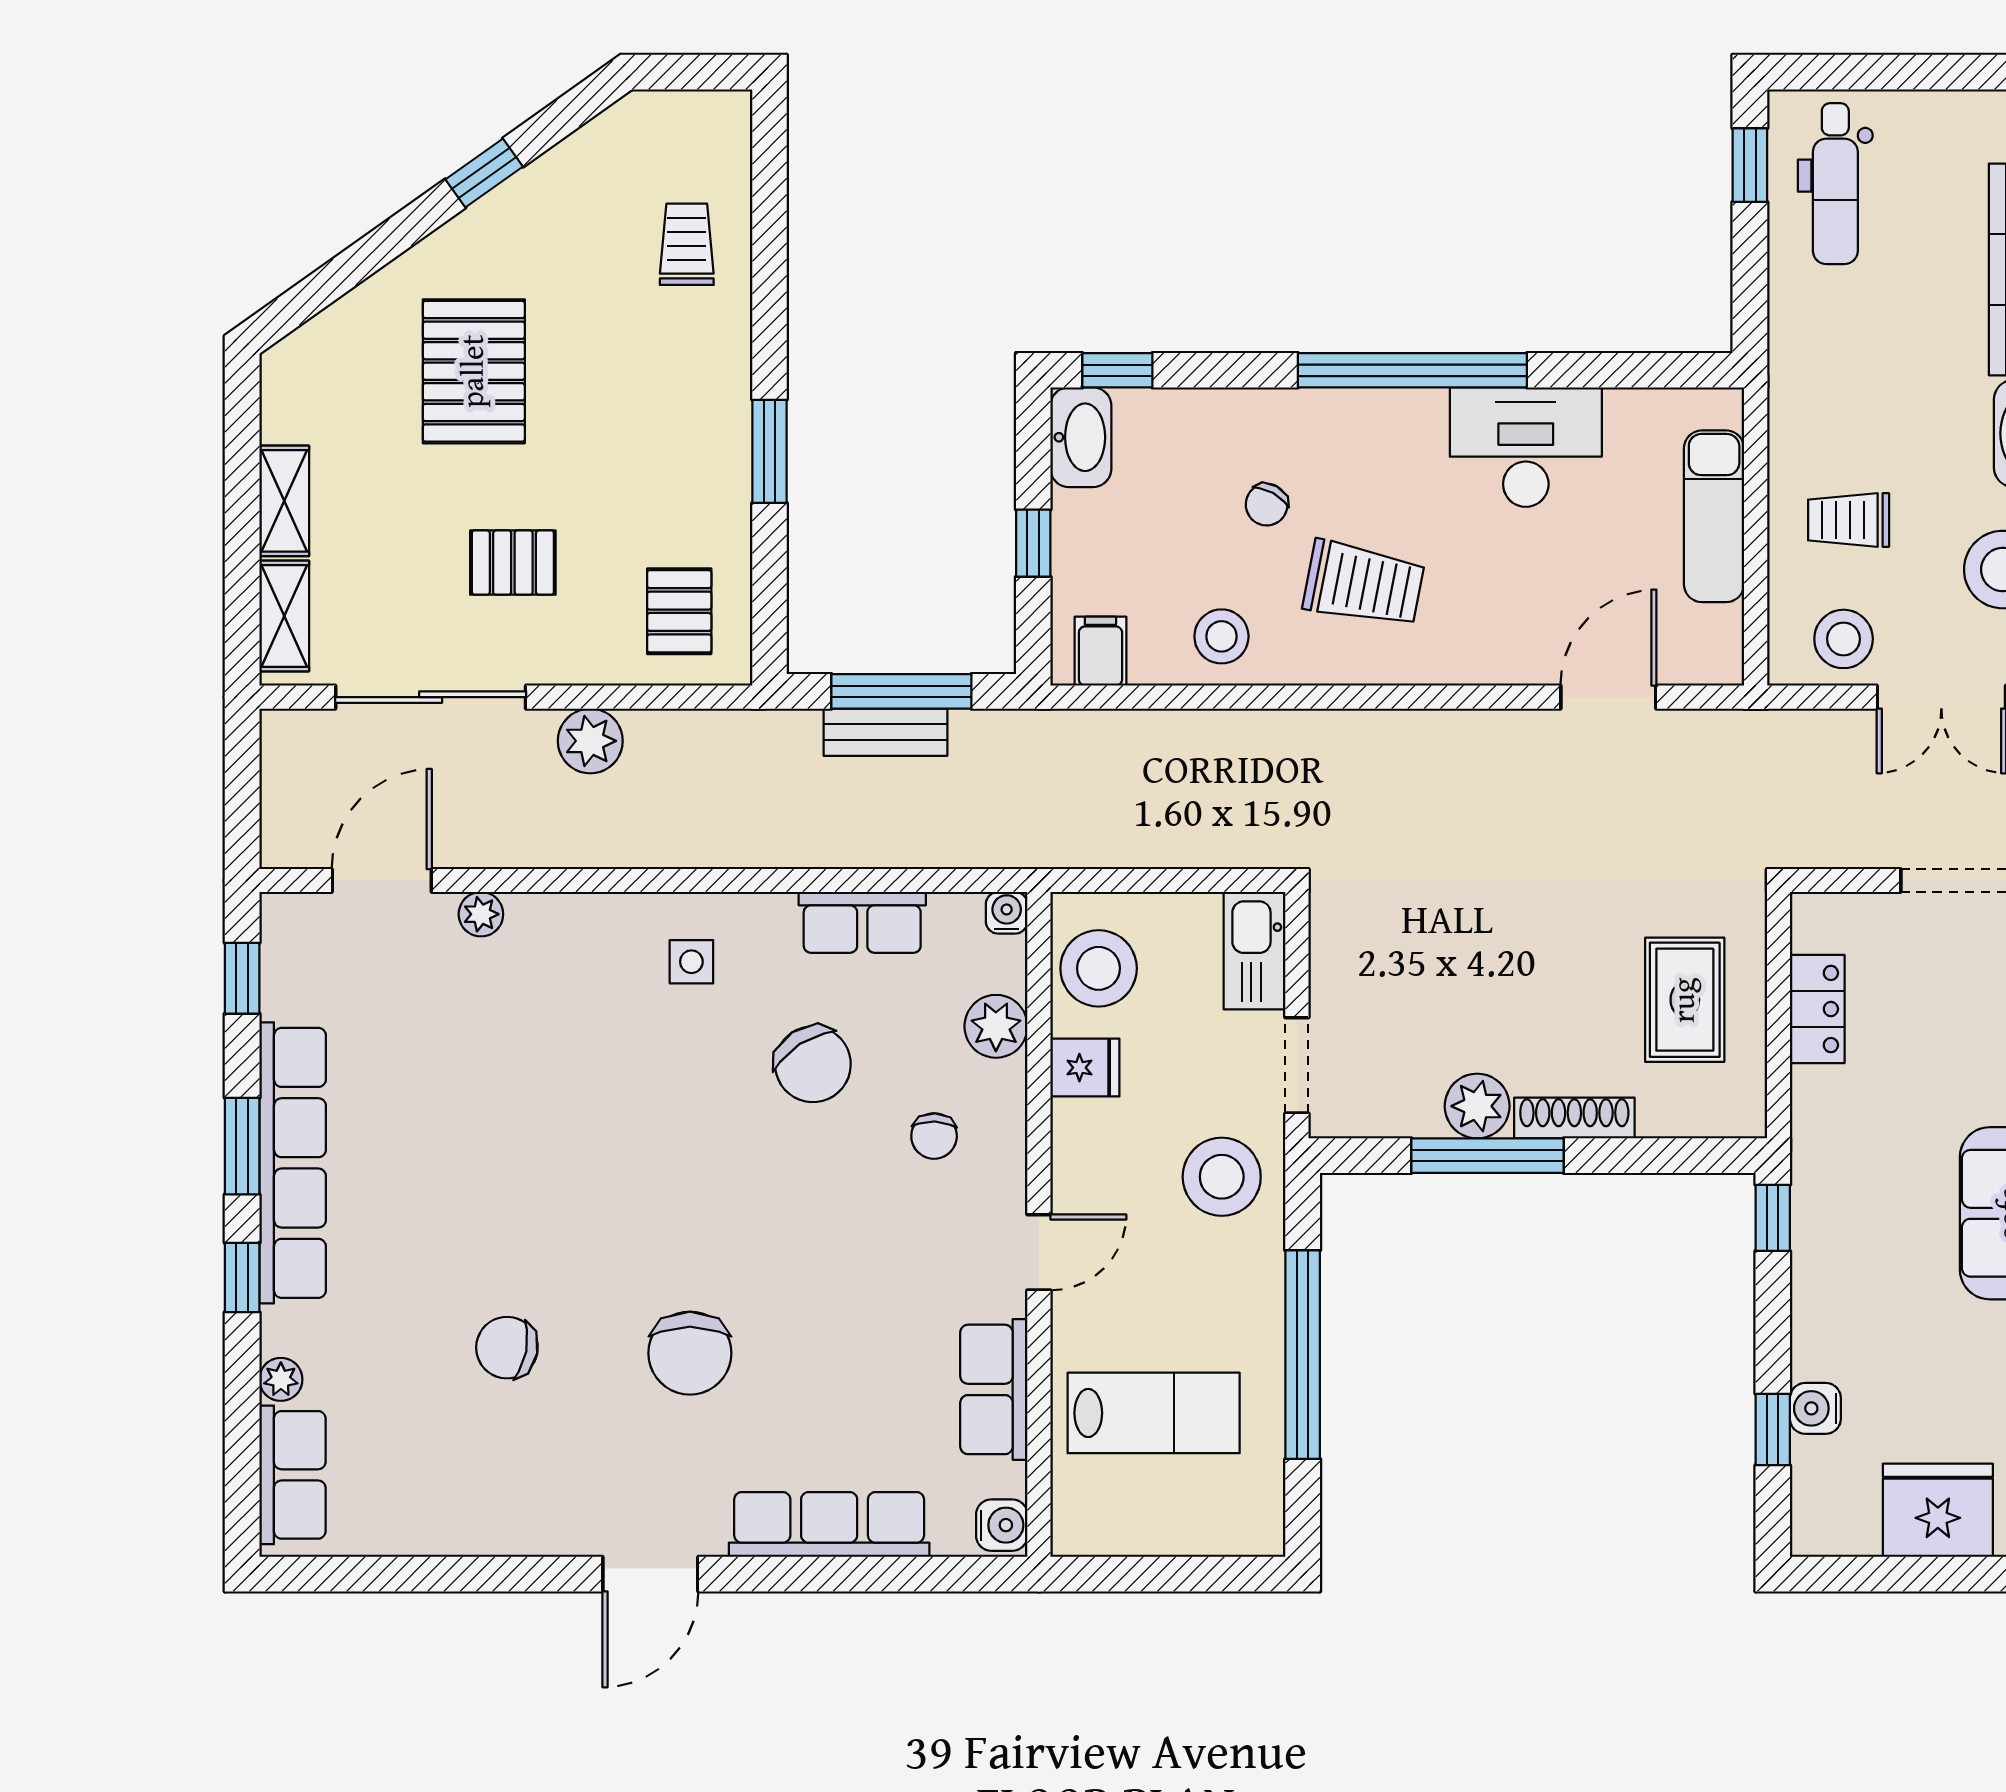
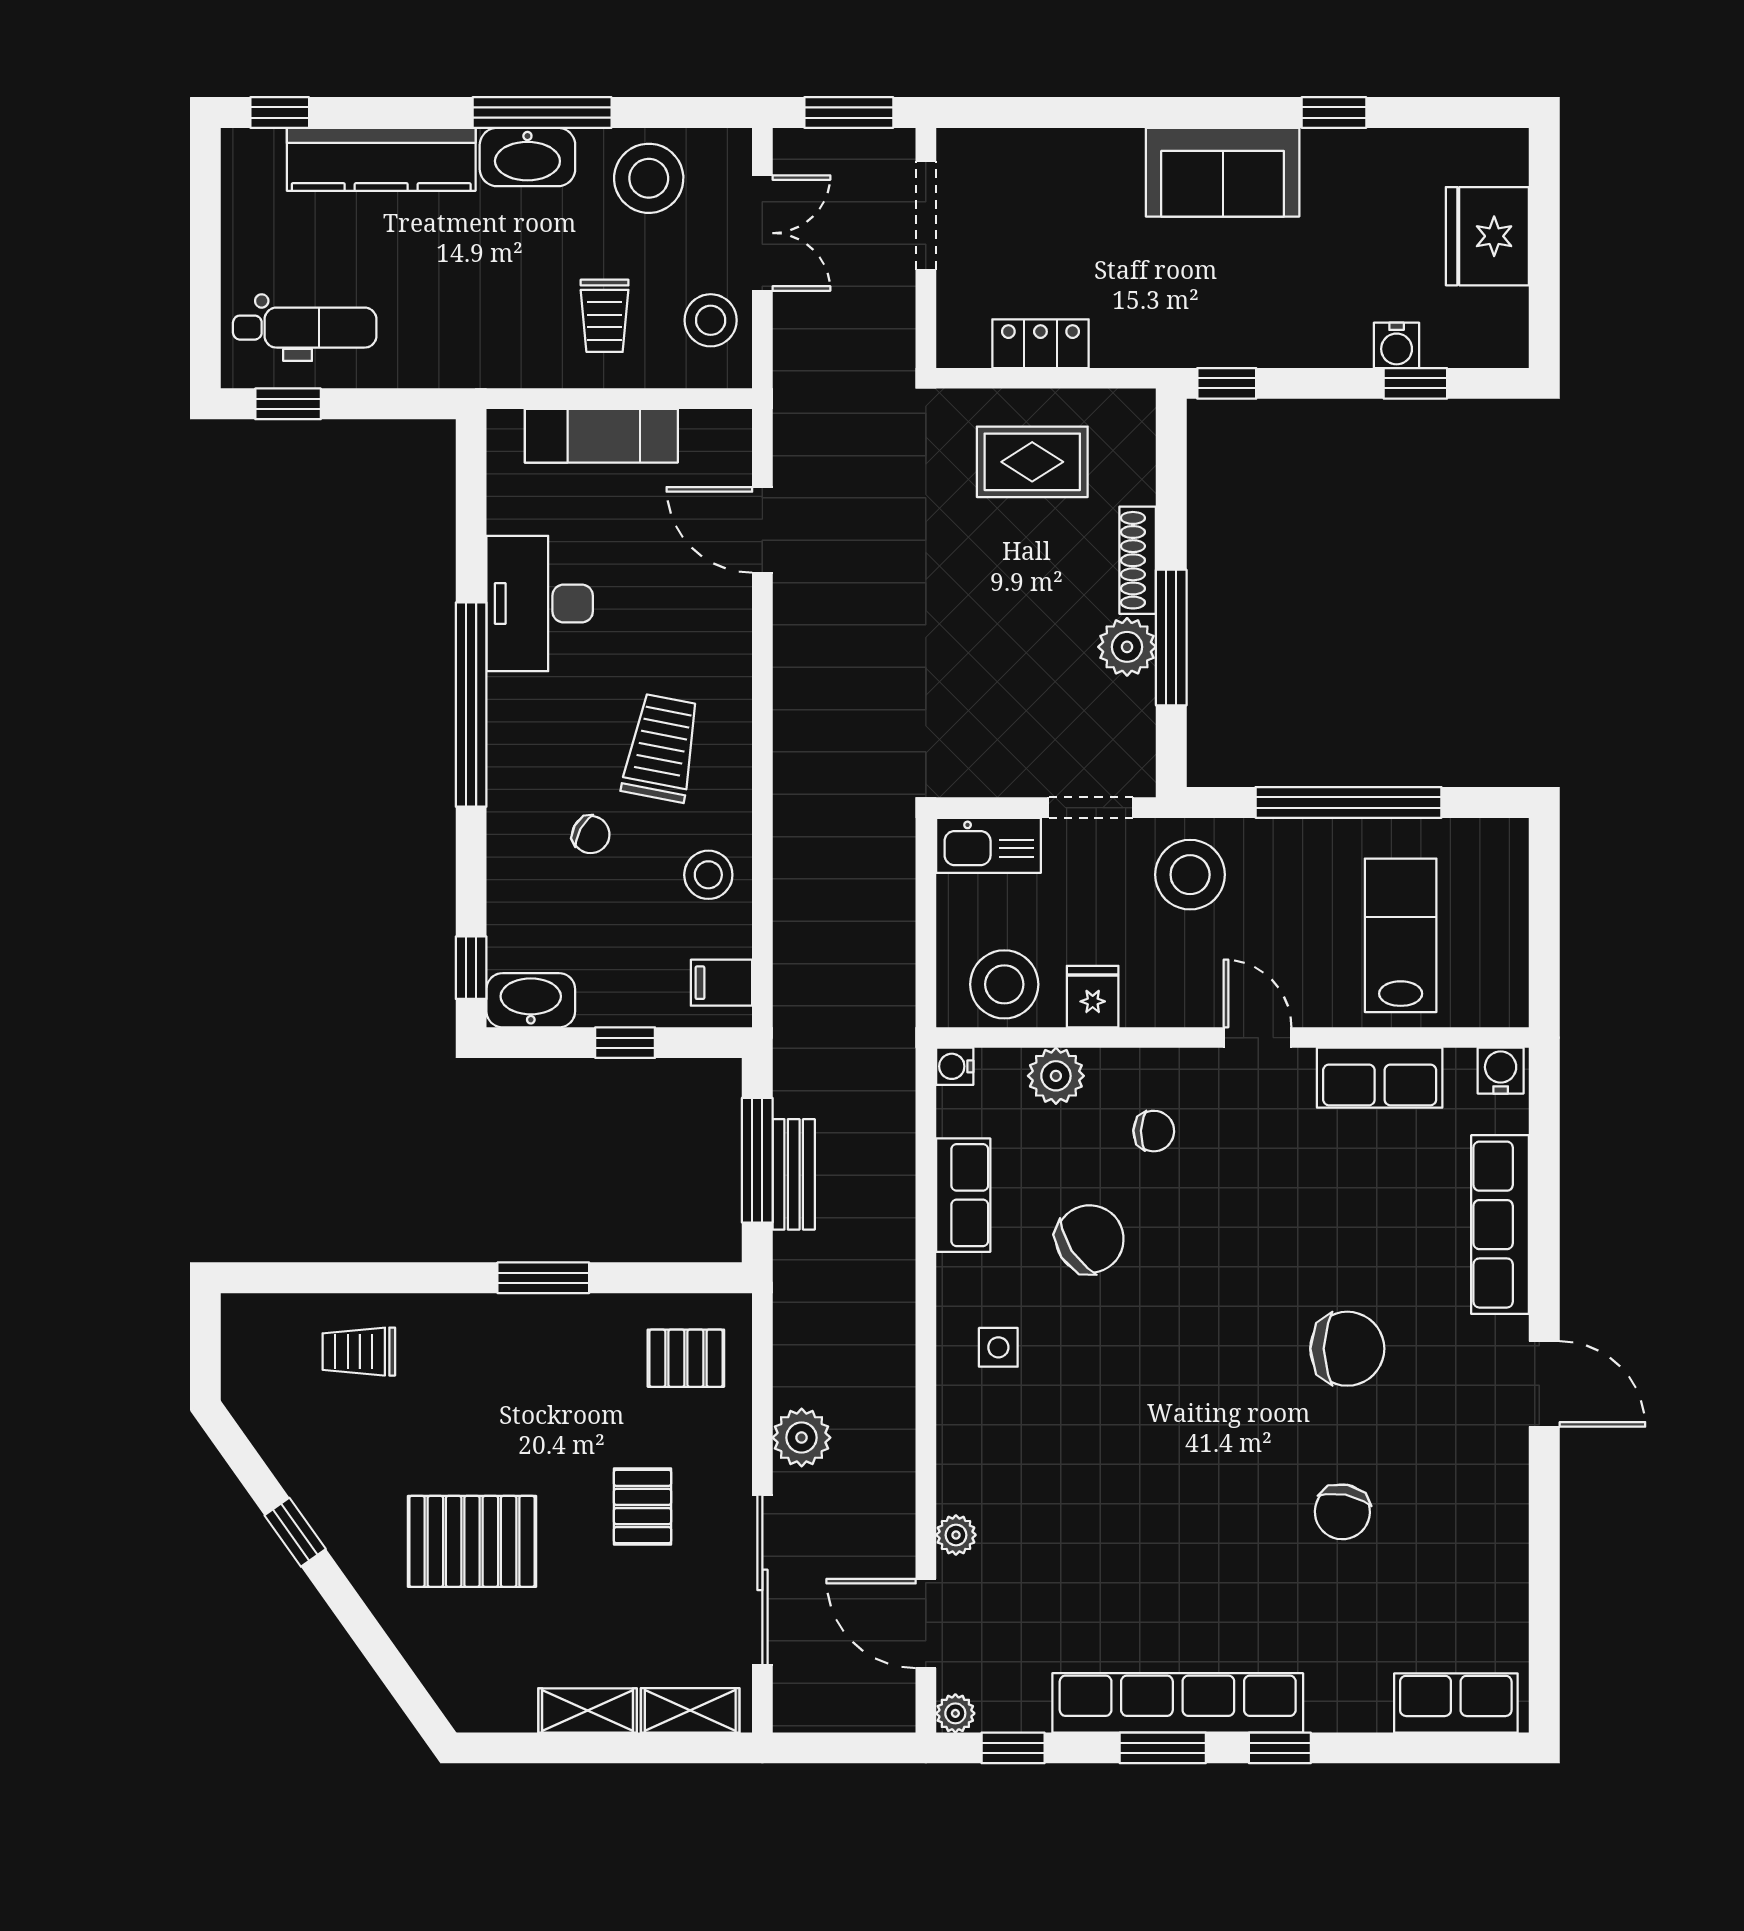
plant: (281, 1379) -> (955, 1713), moved

